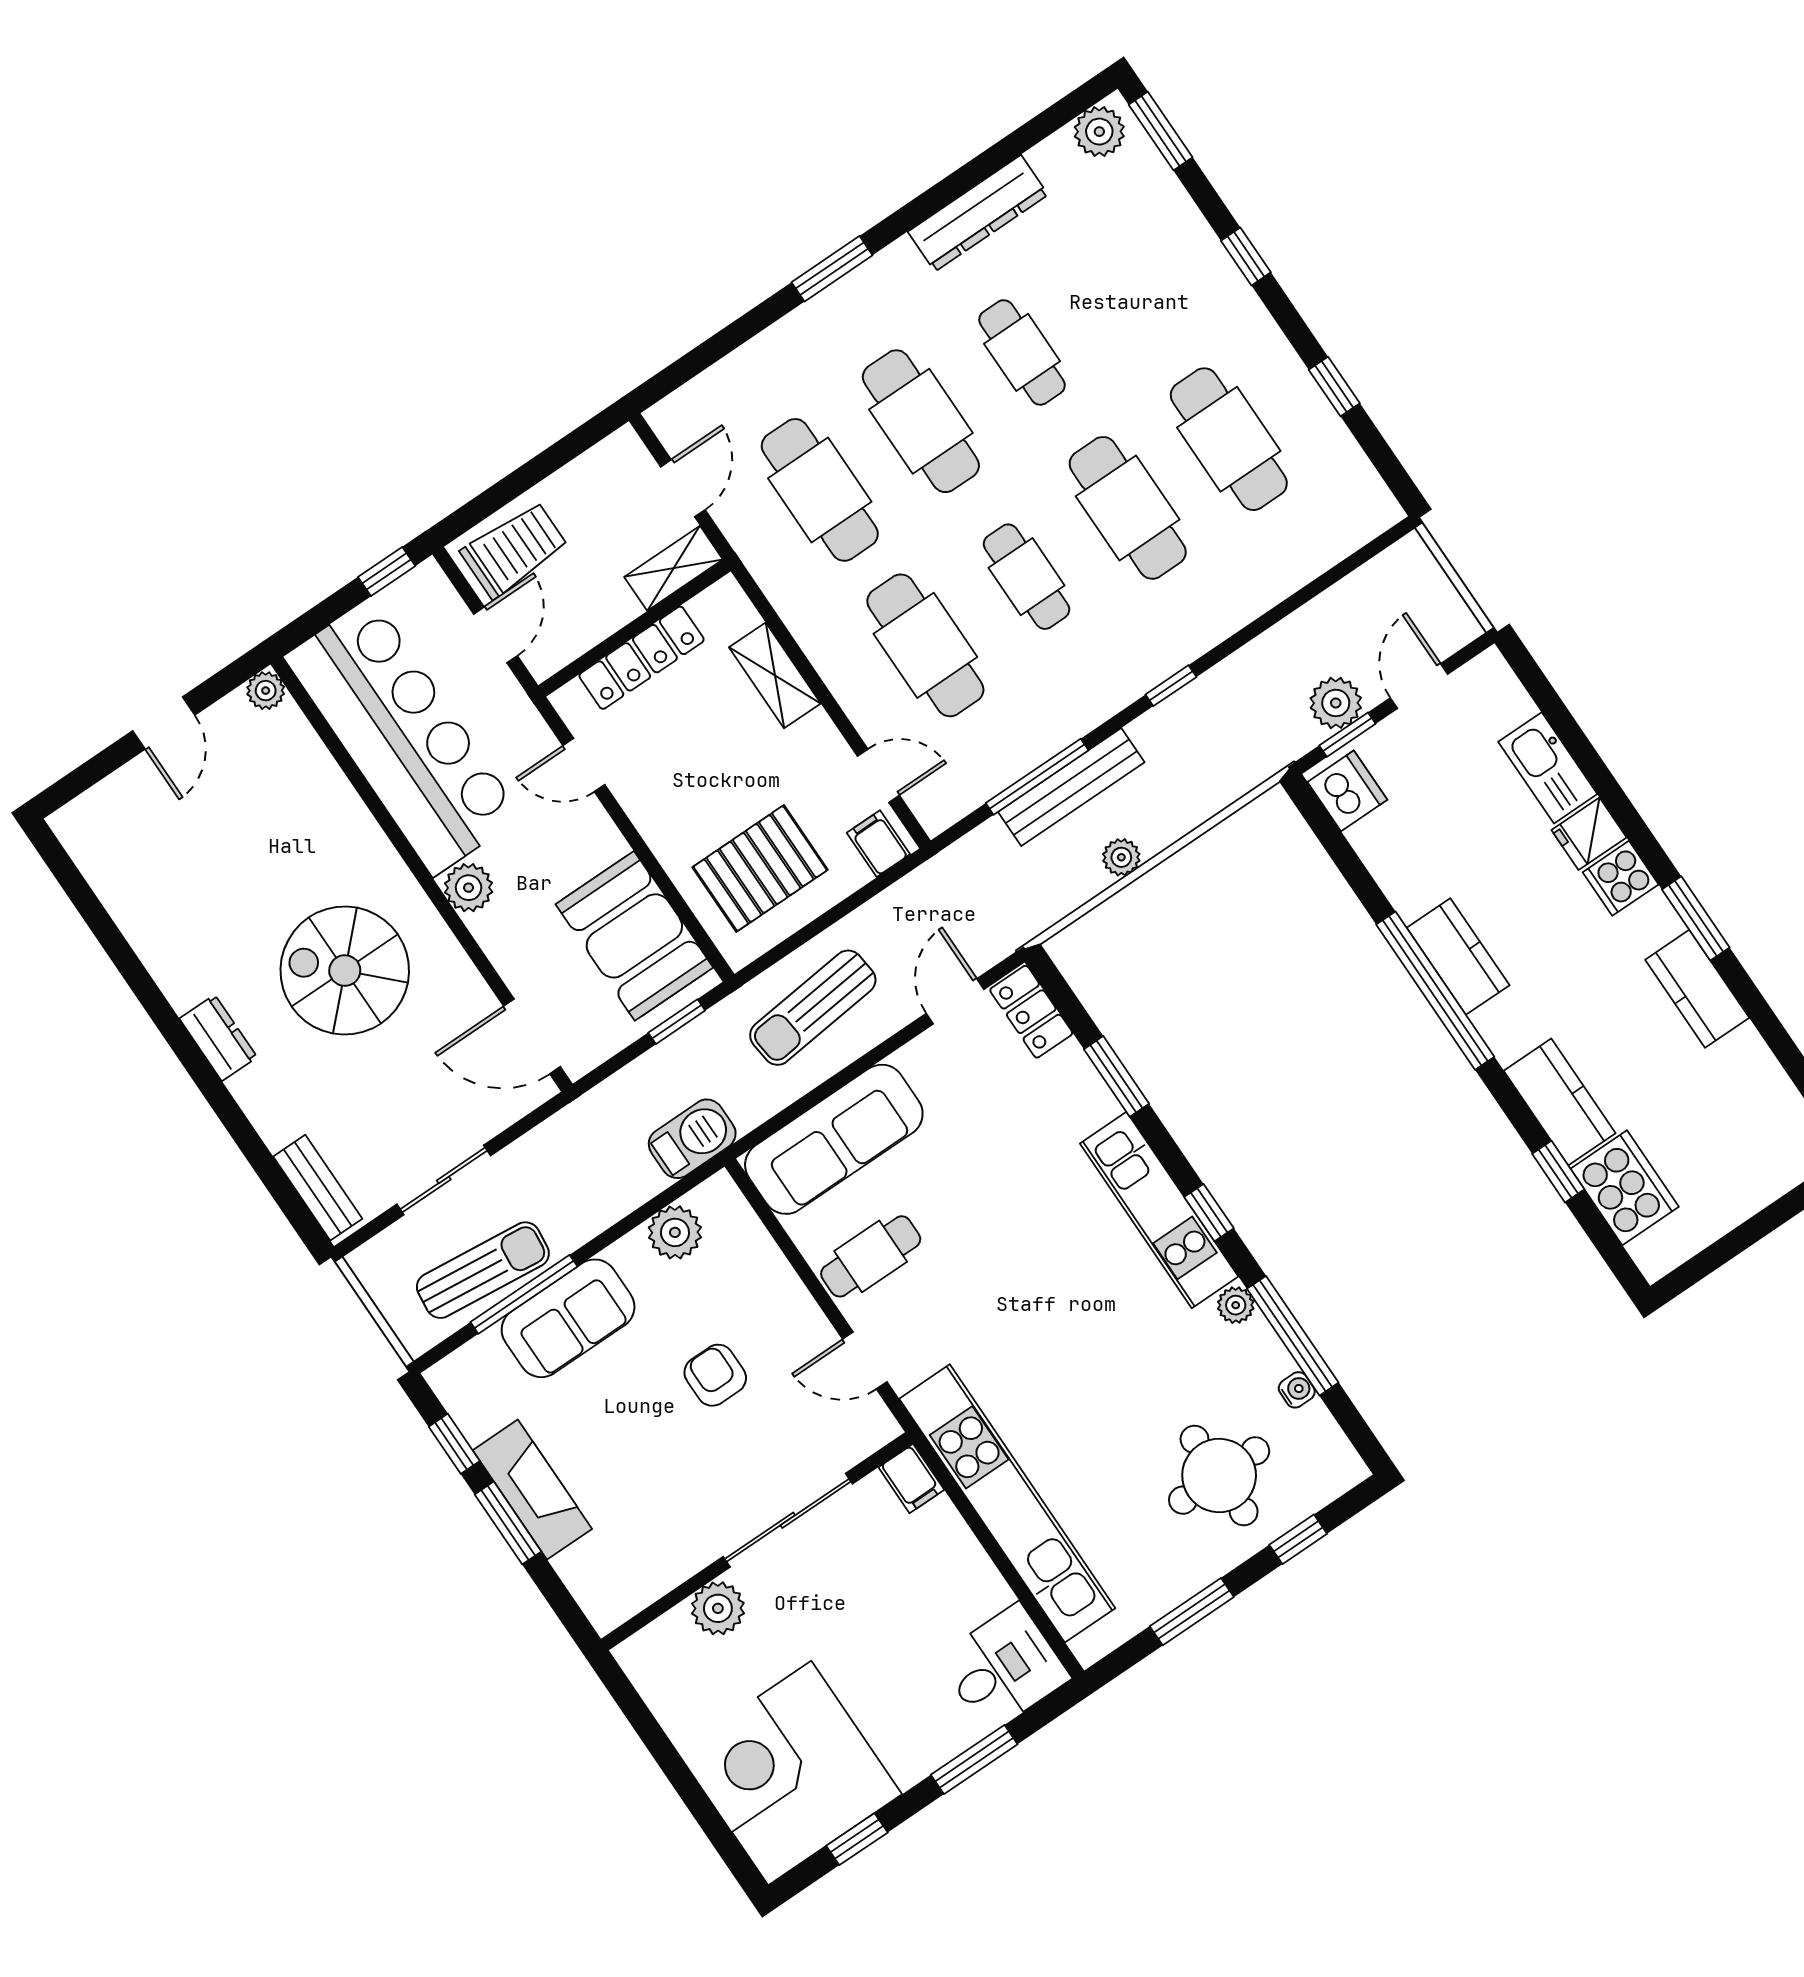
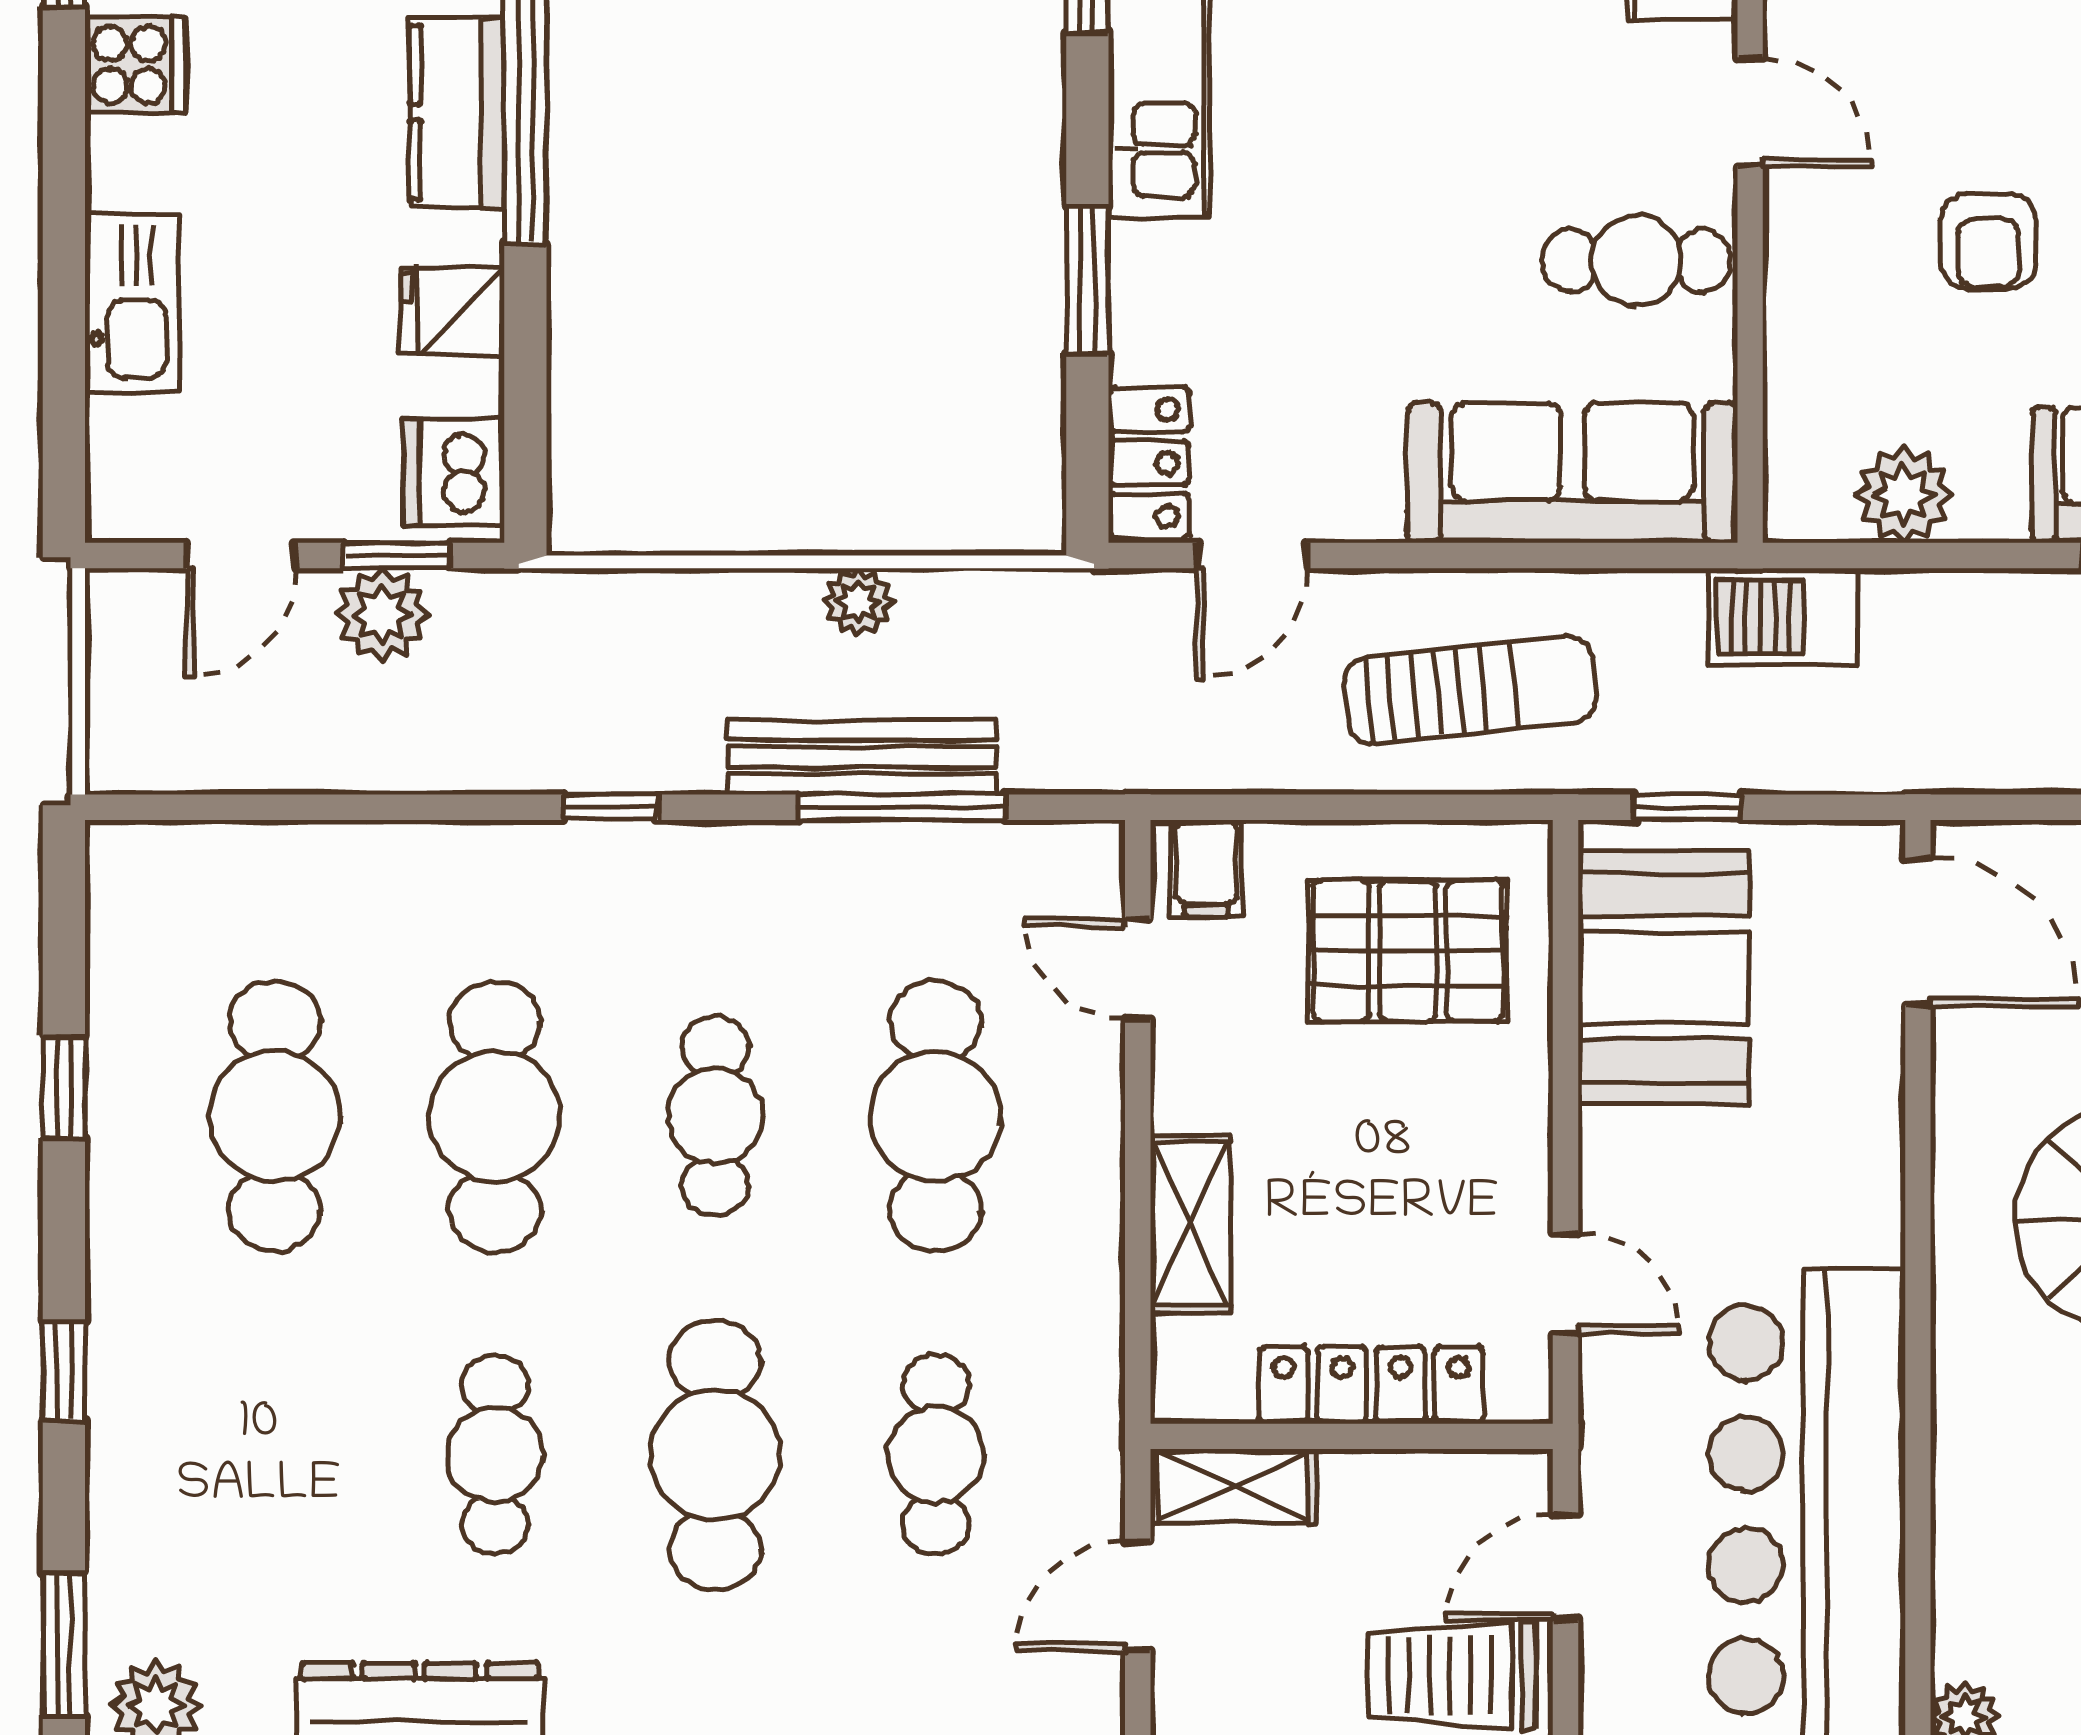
cafe table: (820, 490) -> (936, 1455), width x0.73, depth x0.74
fridge: (1589, 834) -> (452, 310), moved, turned 180
plant: (469, 888) -> (1862, 1218), removed

